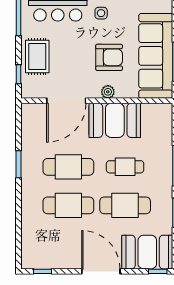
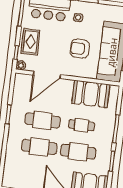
armchair: (109, 57) -> (80, 49), turned 180
plant: (108, 92) -> (21, 65), moved
booth: (115, 120) -> (91, 94), moved

